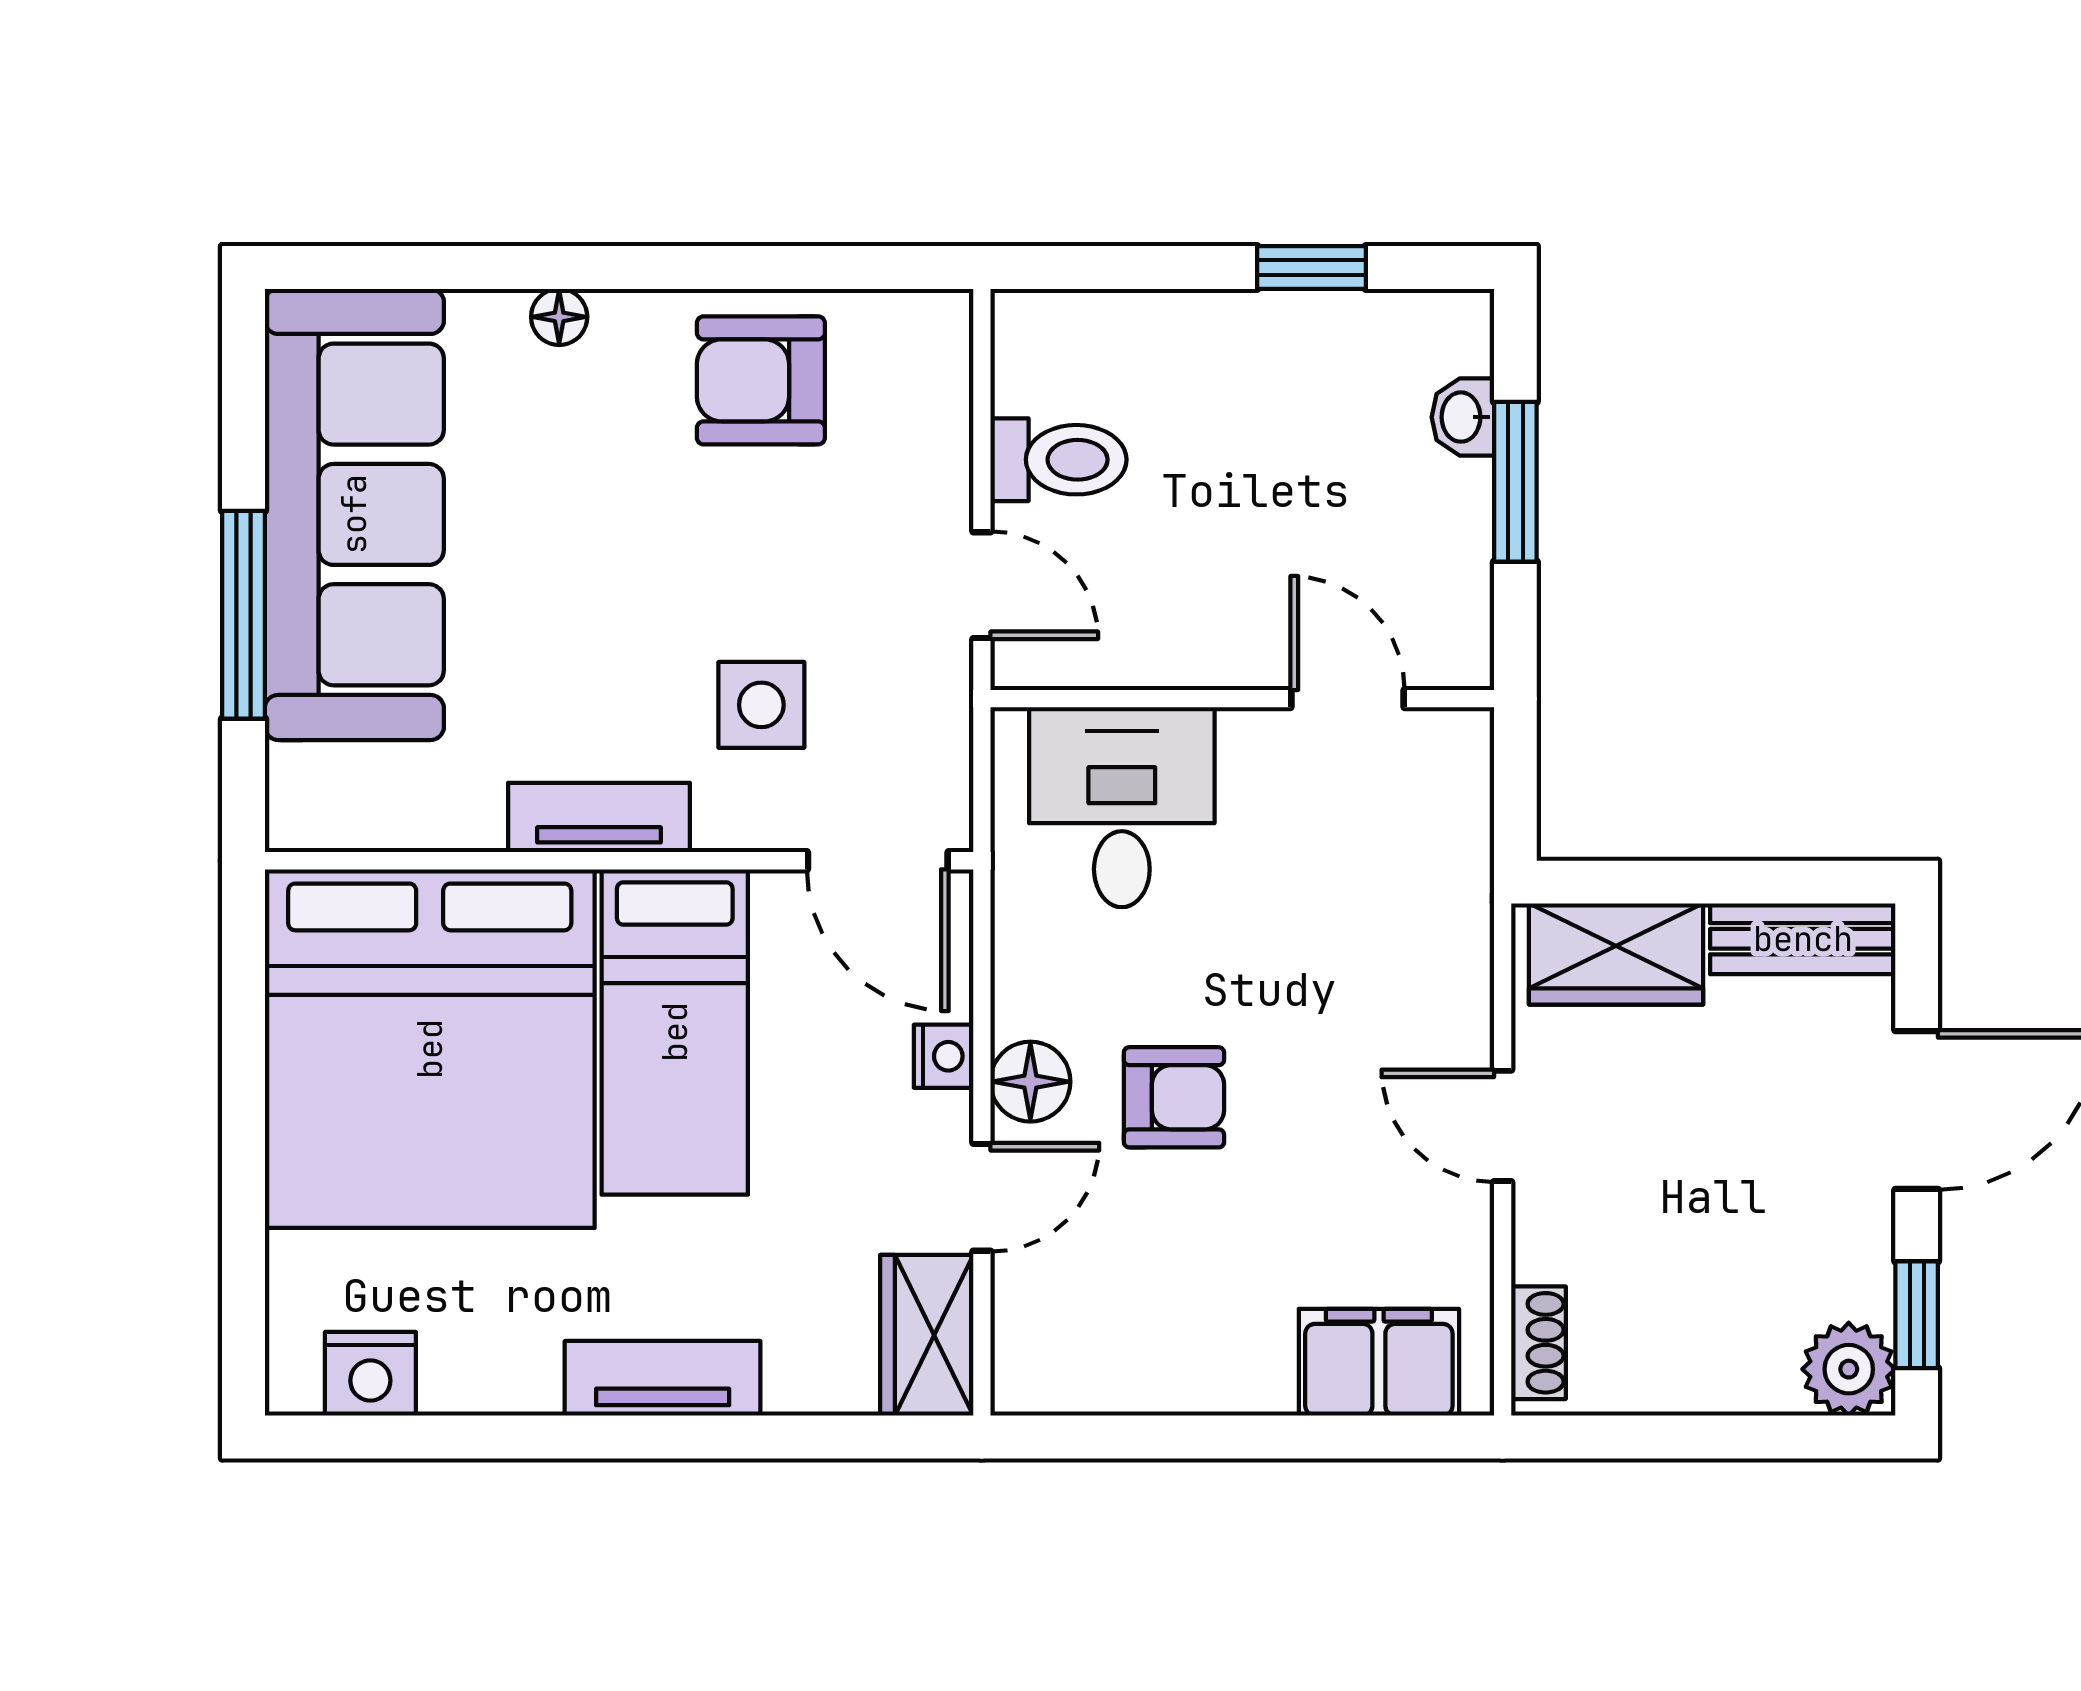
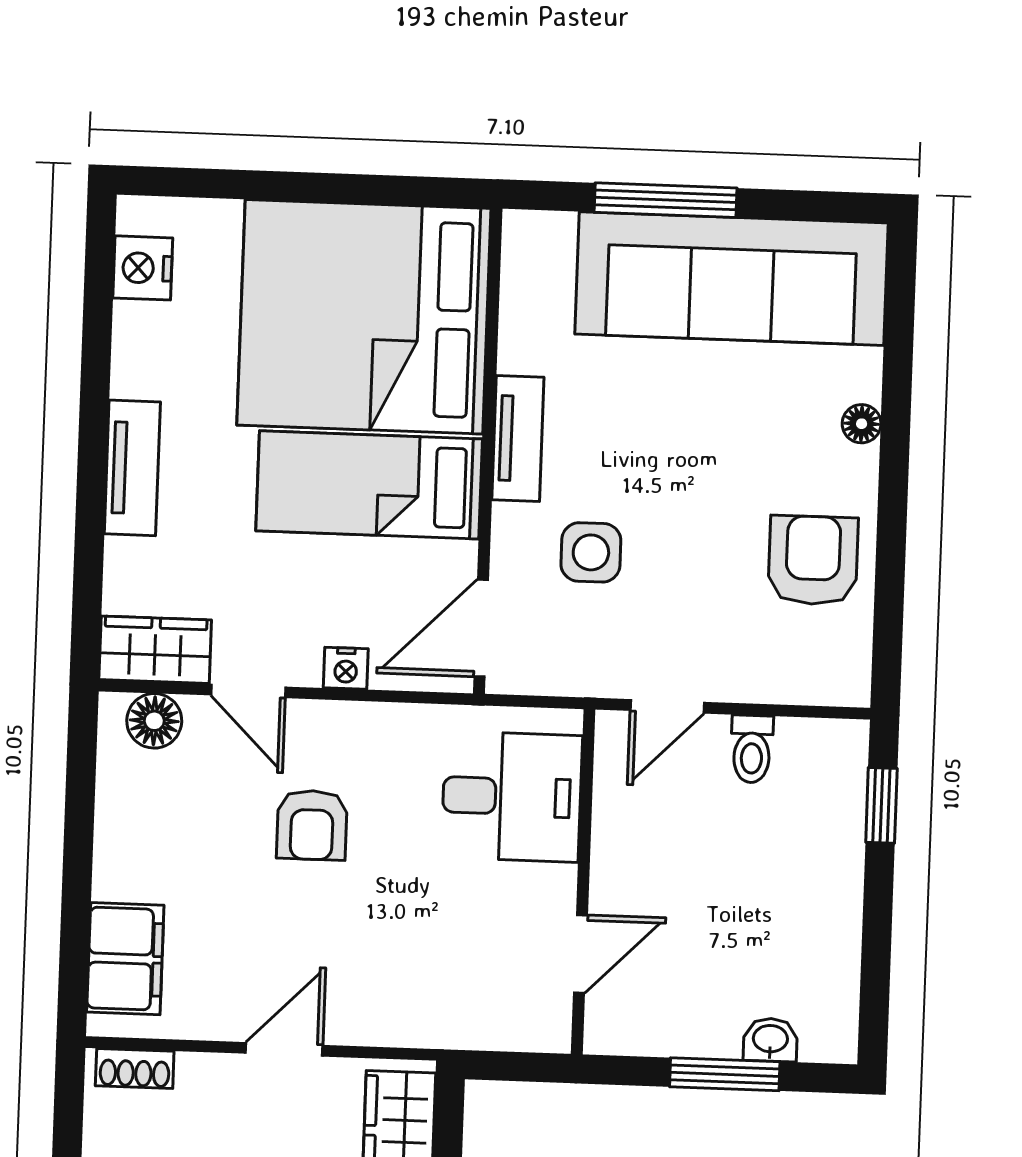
window: (1312, 267) -> (881, 805), moved
toilet: (1058, 460) -> (752, 749), width x0.73, depth x0.72
floor lamp: (1030, 1082) -> (154, 721), moved

